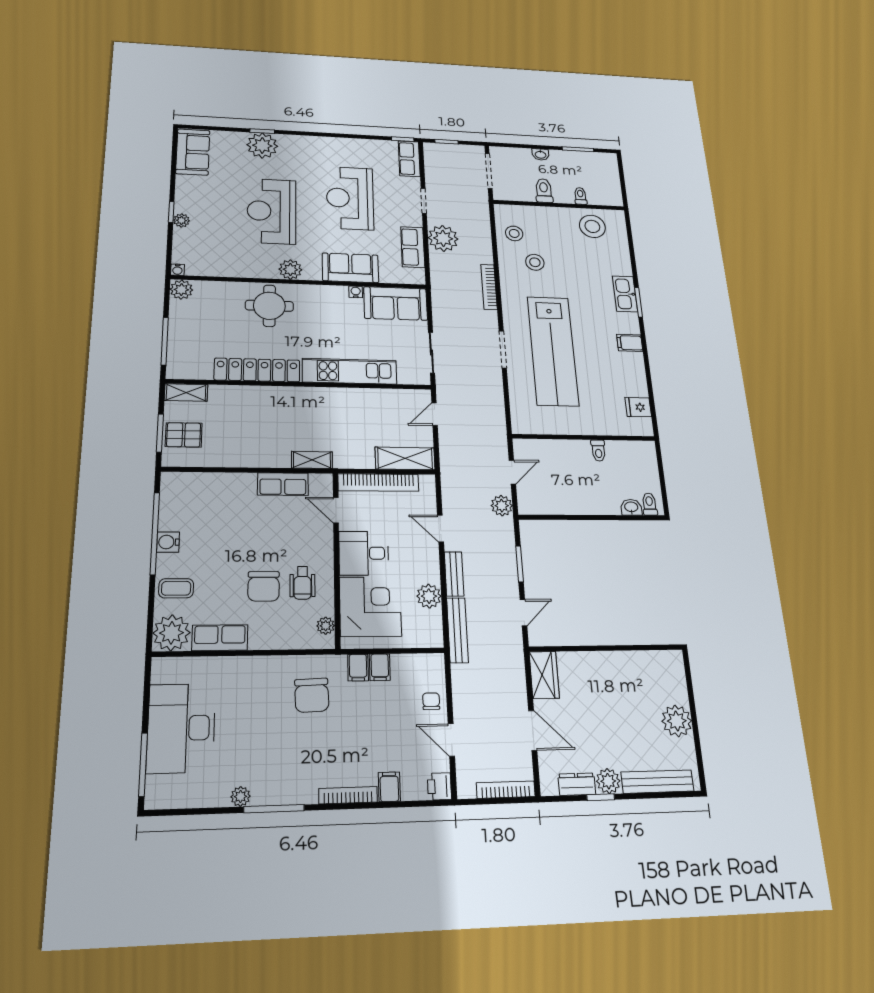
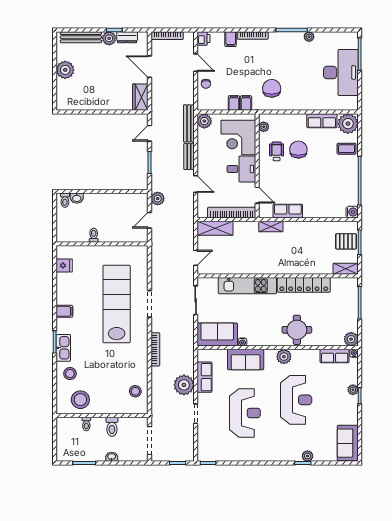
plant: (262, 146) -> (307, 456), width x0.53, depth x0.53
row of seats: (409, 159) -> (335, 356), moved, turned 90
stool: (535, 262) -> (70, 374), moved
water cooler: (168, 542) -> (352, 212), moved
plant: (429, 596) -> (204, 121), moved

